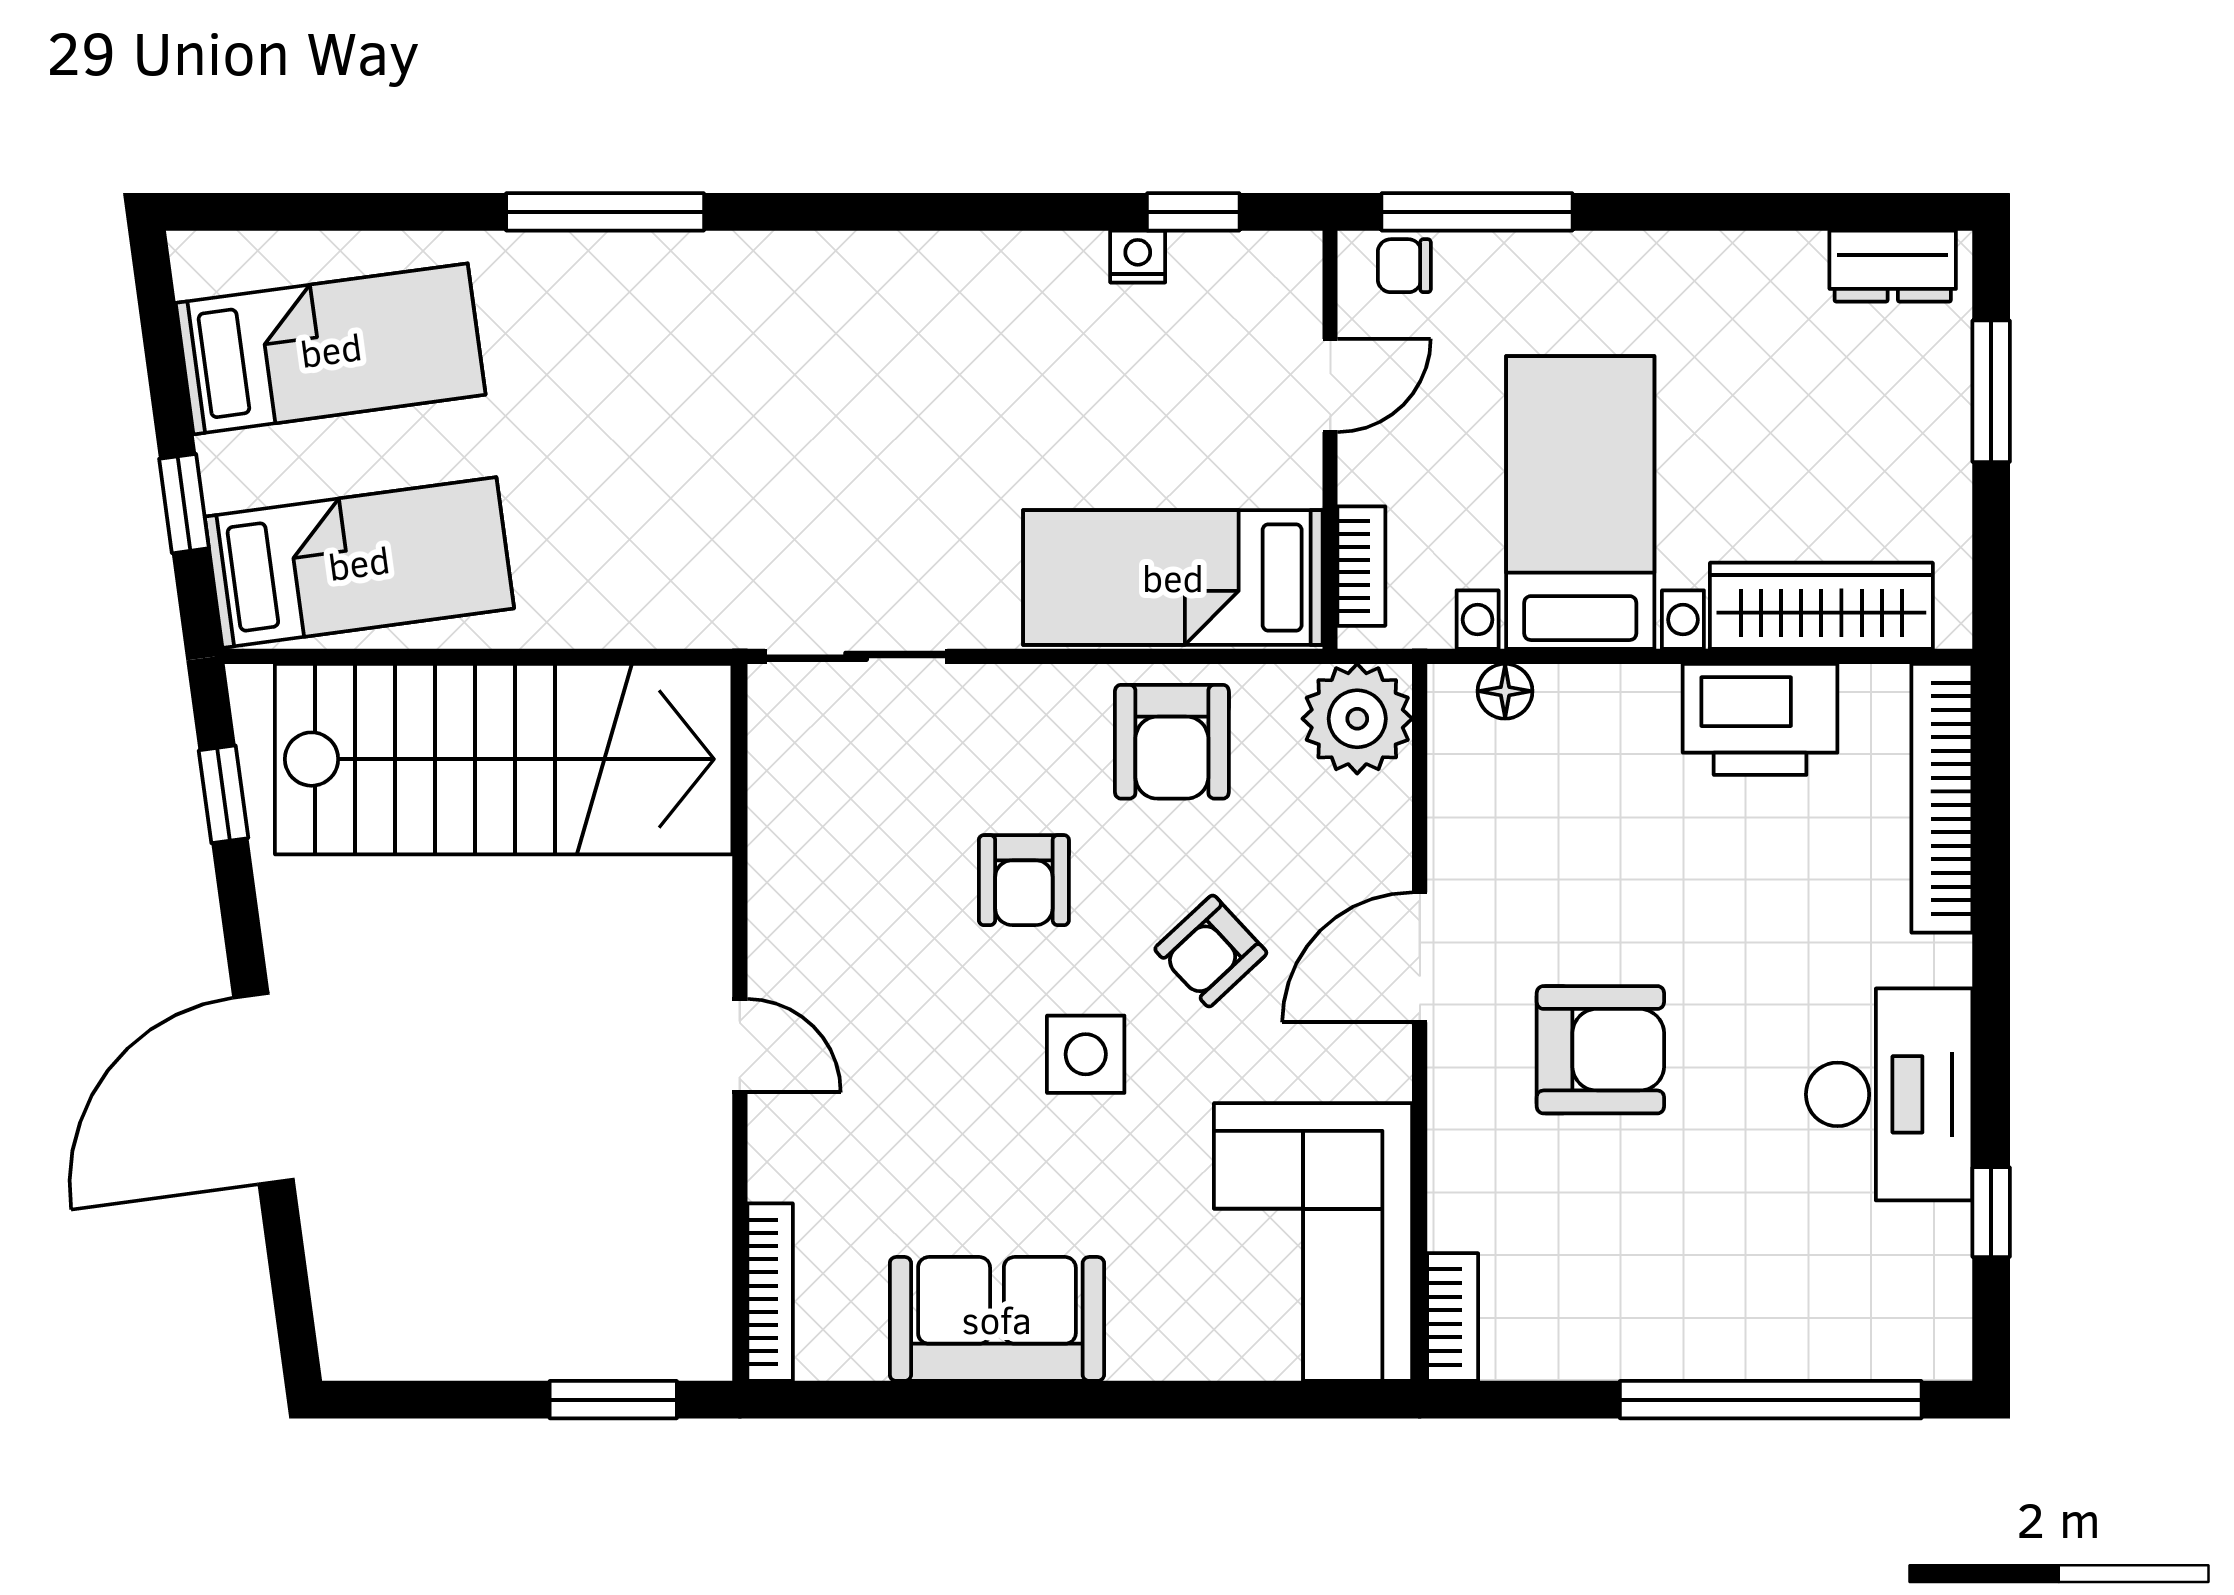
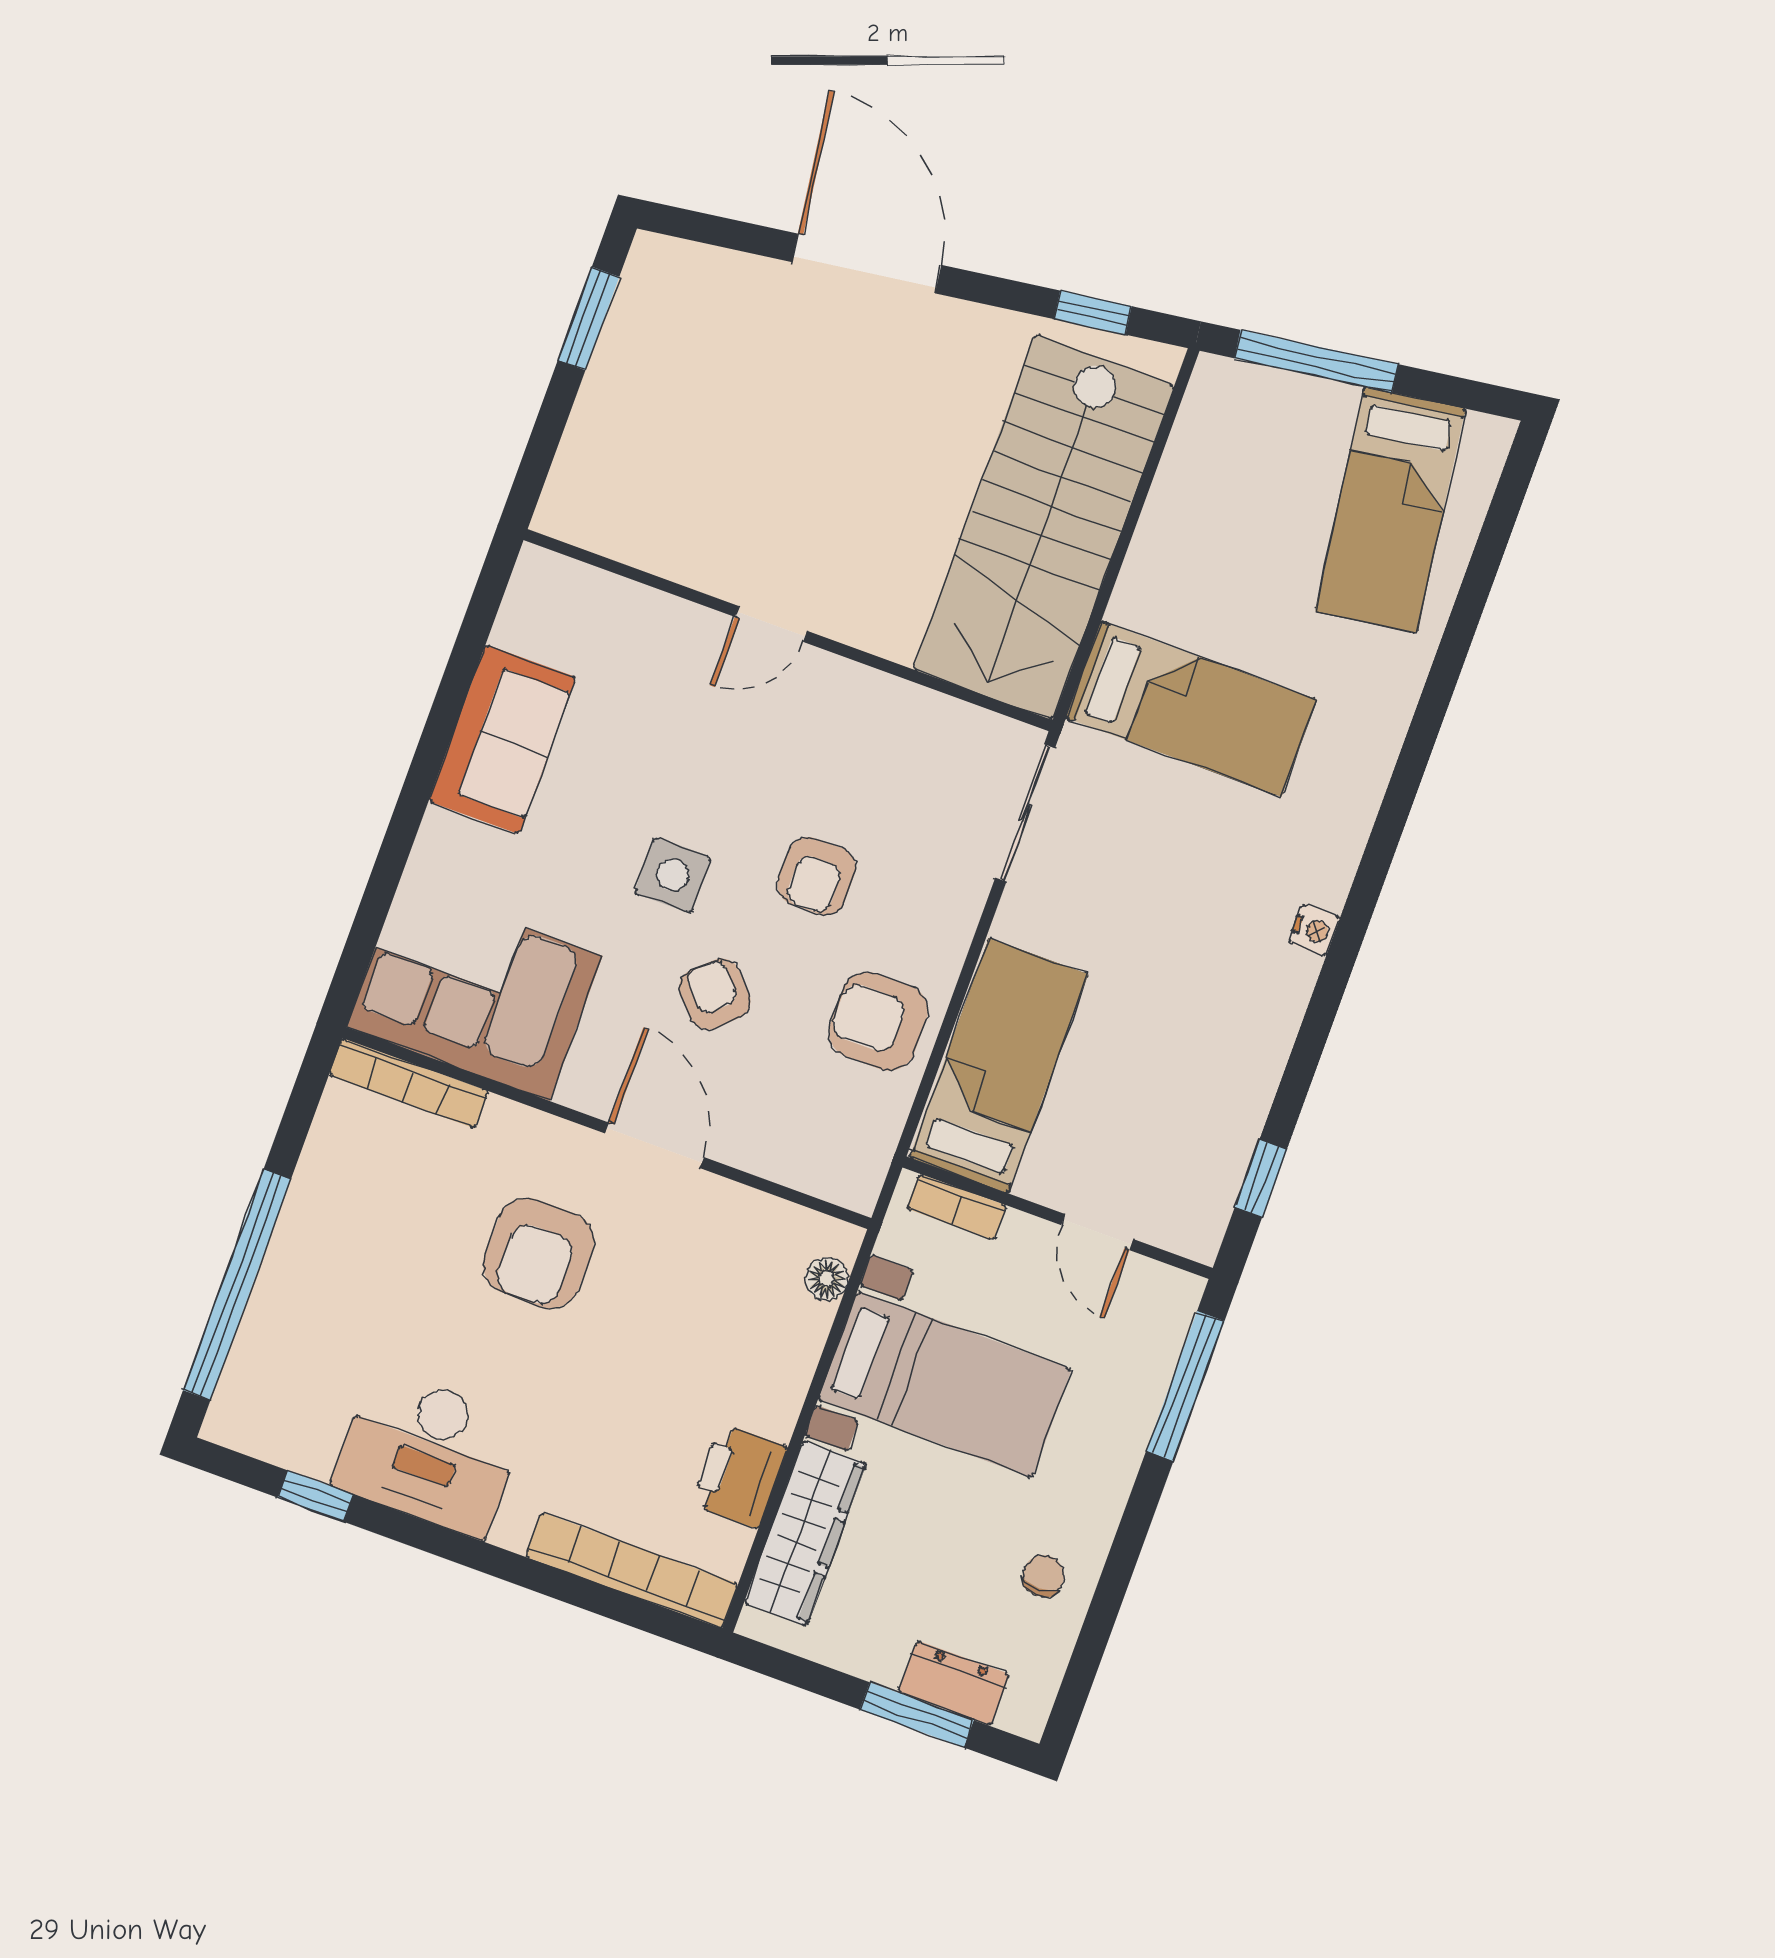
window: (605, 212) -> (1418, 747), removed
nightstand: (1138, 257) -> (1314, 930), moved
chair: (1404, 266) -> (1043, 1576), moved
dresser: (1893, 266) -> (954, 1683), moved, turned 90
window: (184, 504) -> (1316, 361), width x2.17
bed: (359, 562) -> (1191, 709), moved, turned -82
plant: (1357, 719) -> (846, 1163), removed
printer: (1760, 719) -> (739, 1476), width x0.73, depth x0.84
armchair: (1024, 880) -> (817, 876), turned -90
bookcase: (770, 1292) -> (582, 580), removed
bookcase: (1453, 1317) -> (409, 1083), width x1.56
window: (613, 1400) -> (589, 319), moved

